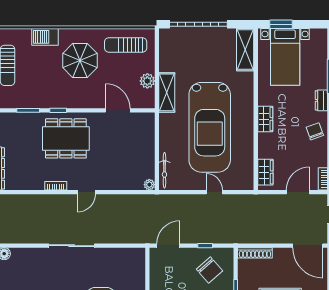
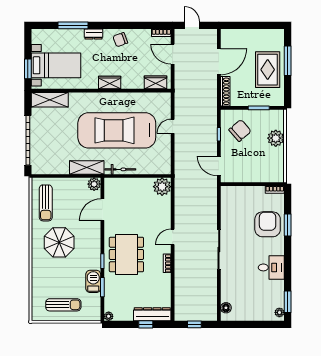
barbecue: (45, 37) -> (93, 281), moved, turned 180
plant: (147, 81) -> (94, 184), moved
car: (210, 127) -> (117, 130), turned 180
bicycle: (164, 170) -> (120, 169), moved
plant: (149, 185) -> (162, 187), width x1.88, depth x1.88
door: (86, 192) -> (173, 237), swing flipped
door: (308, 246) -> (219, 62), moved

